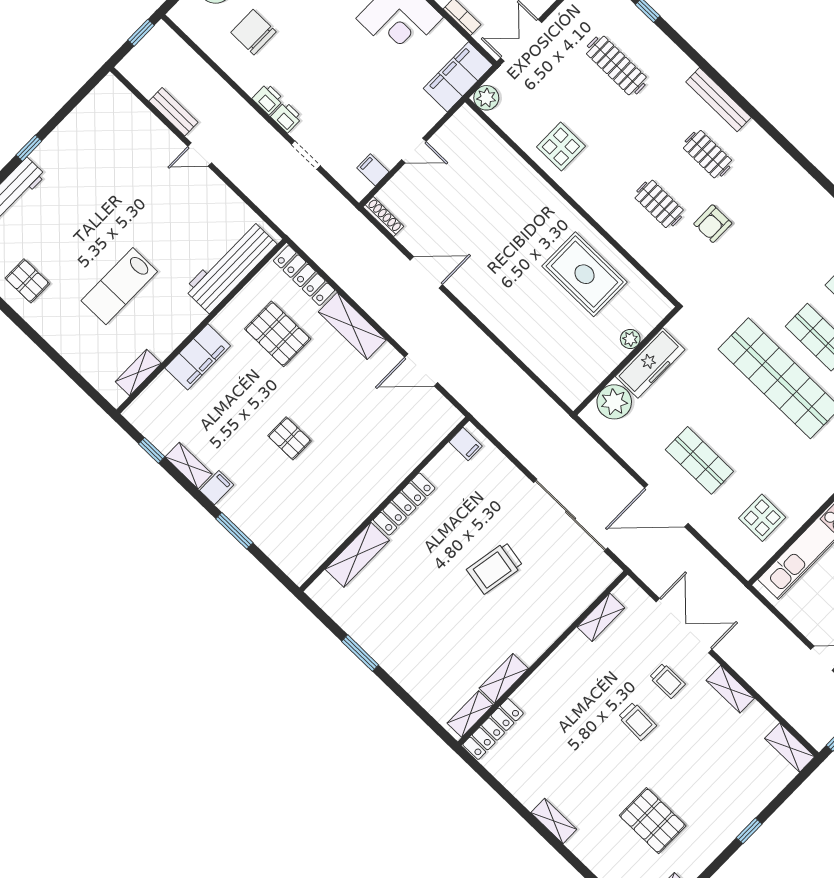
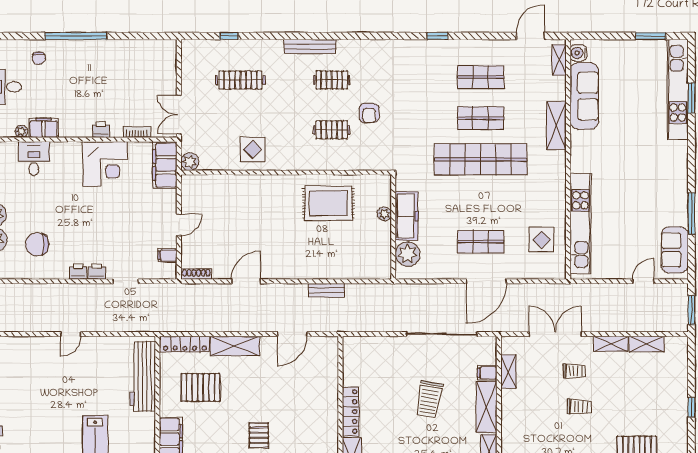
bench: (173, 112) -> (327, 290), moved
pallet: (289, 438) -> (259, 435), turned 90
filing cabinet: (466, 444) -> (487, 373), moved, turned 180
shelving: (544, 632) -> (487, 407), added
shelving: (790, 747) -> (647, 344), moved

